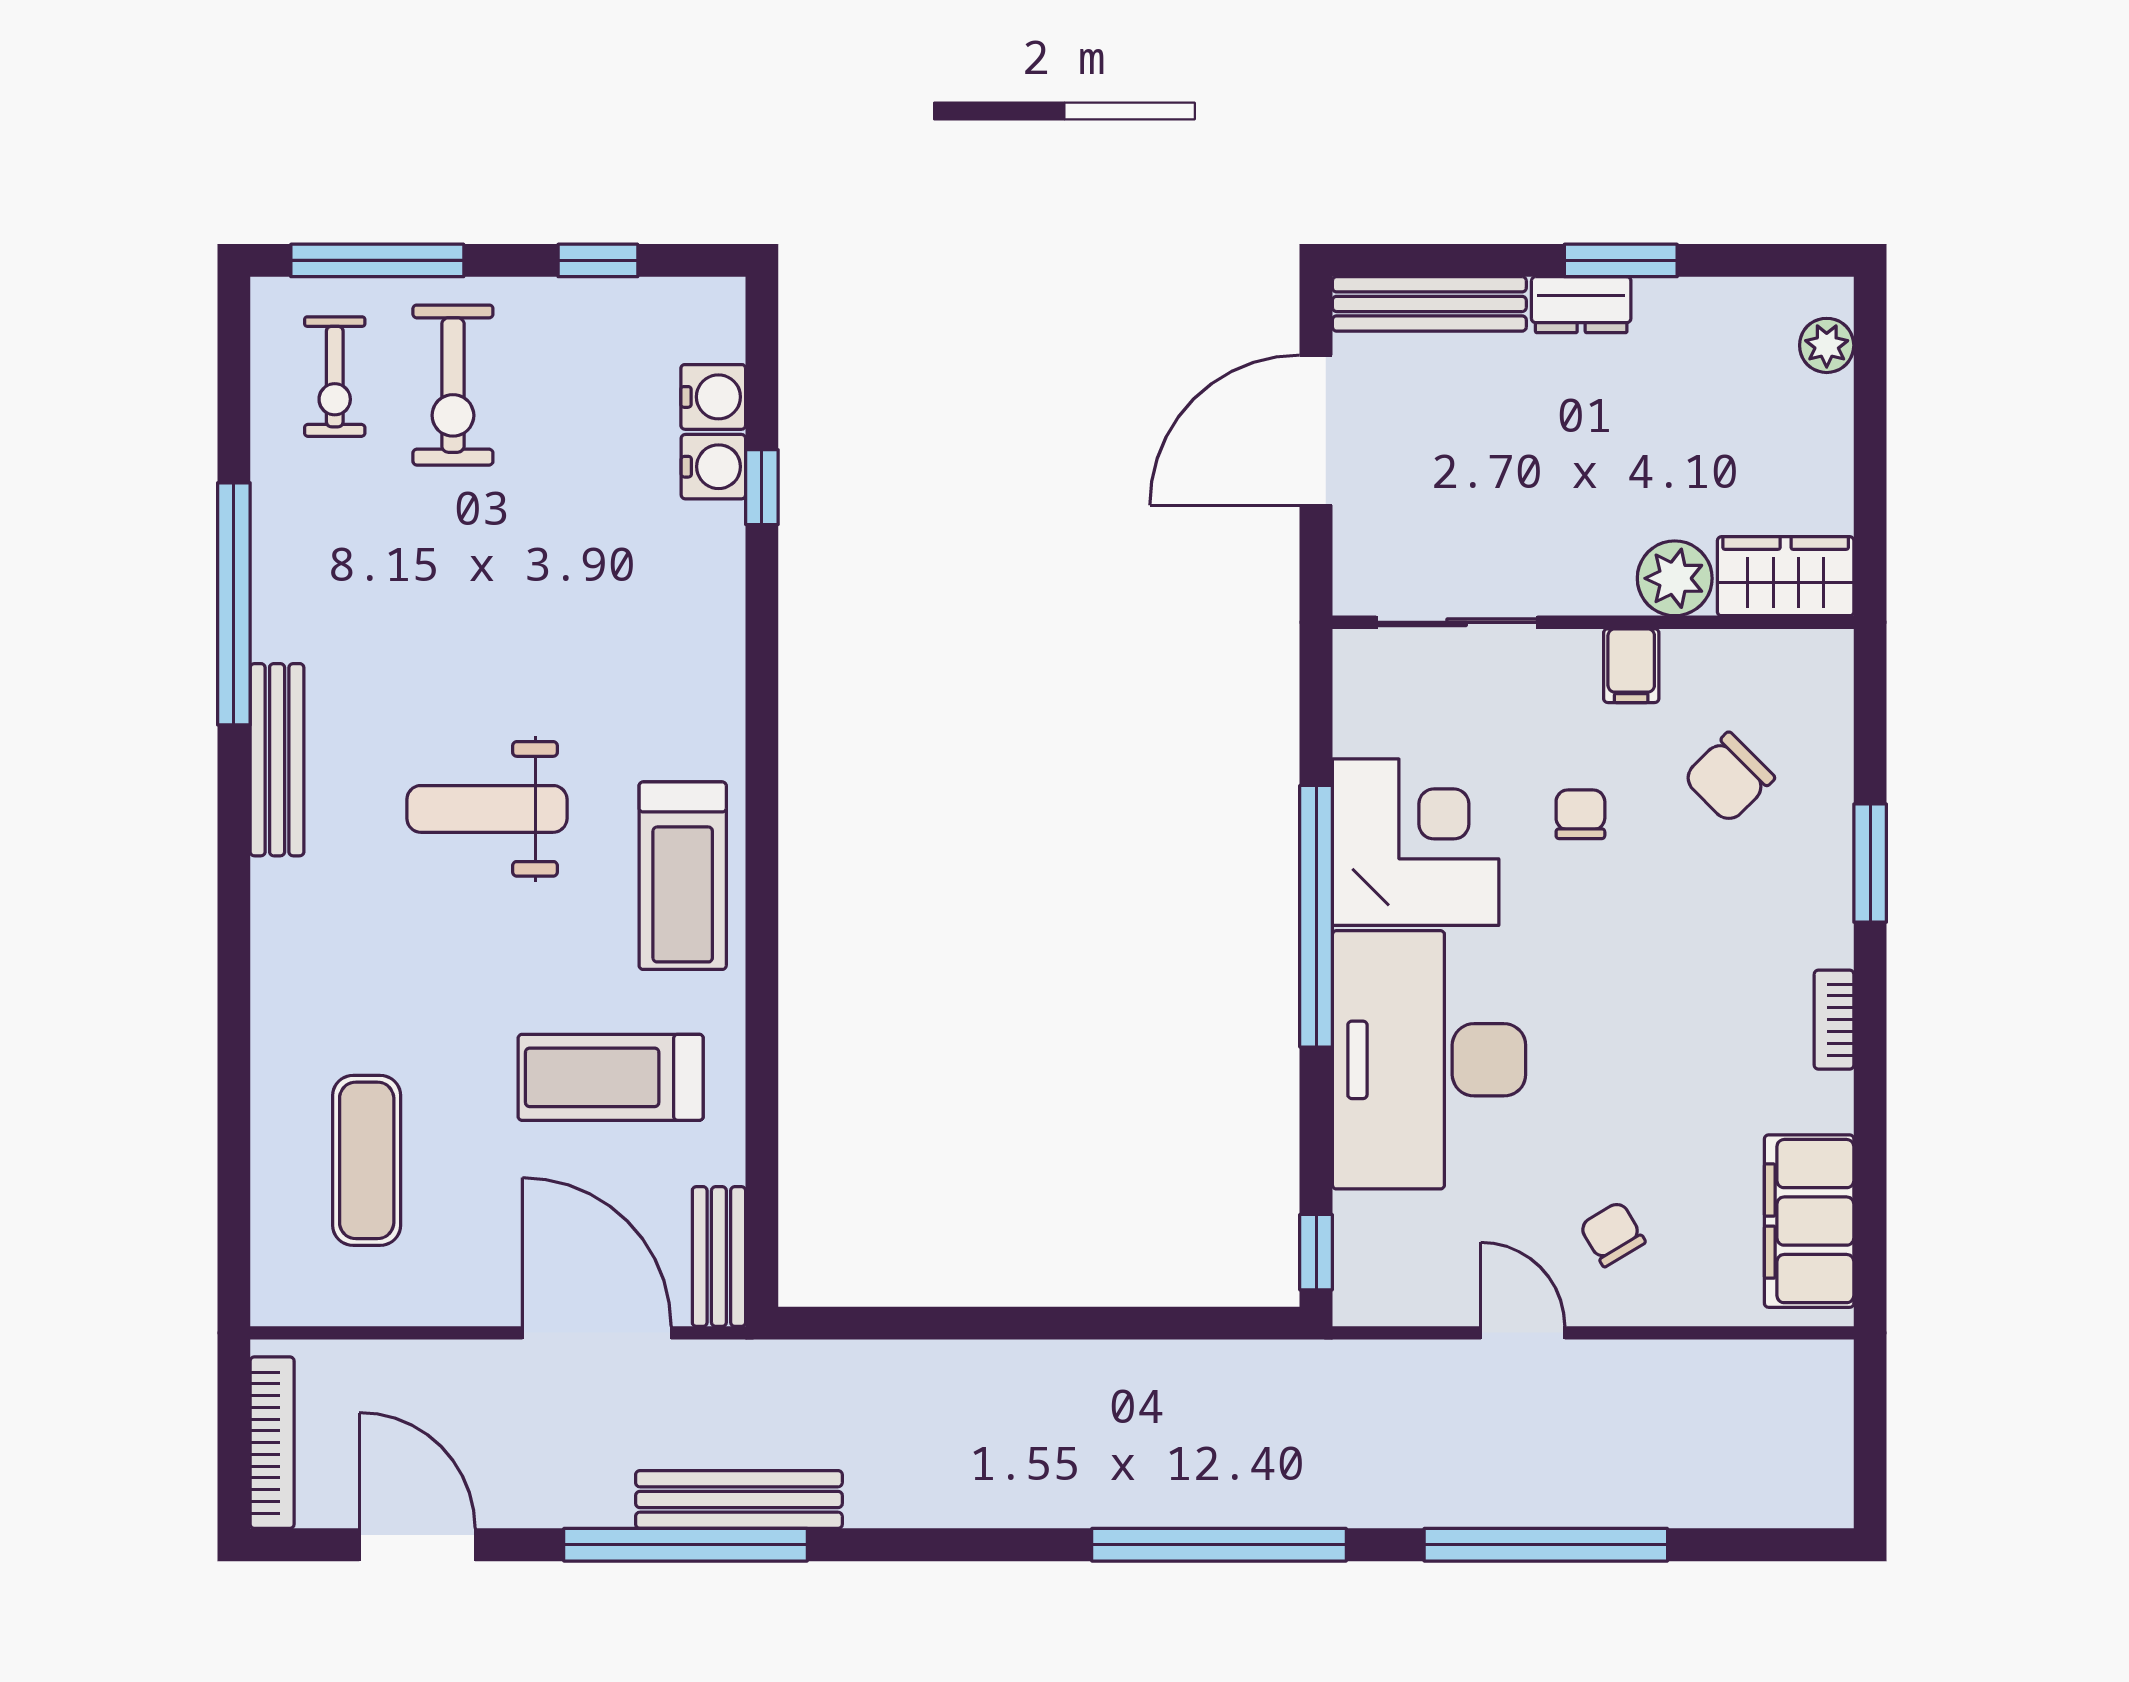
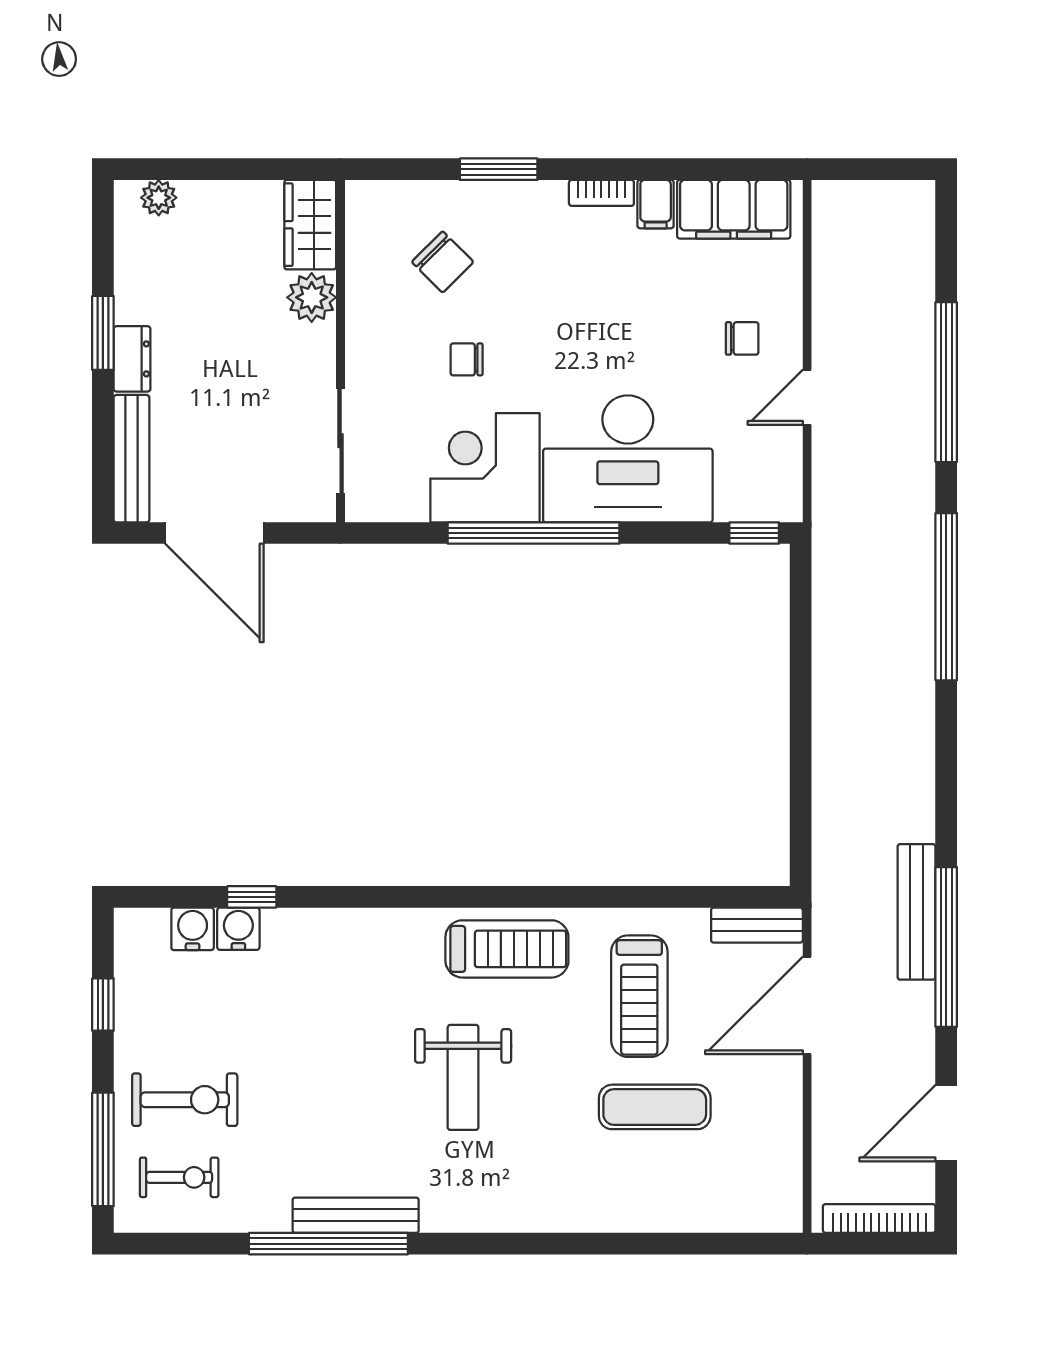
filing cabinet: (1631, 666) -> (656, 204), moved, turned 90
bench: (277, 760) -> (356, 1215), moved
exercise mat: (367, 1160) -> (655, 1107), moved
chair: (1612, 1234) -> (742, 338), turned -149

